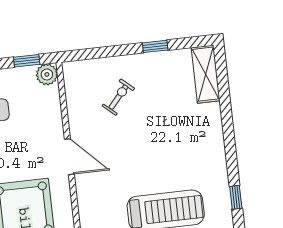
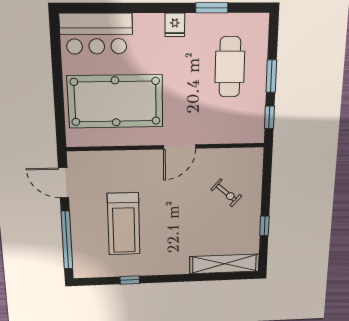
plant: (47, 74) -> (255, 134), removed
shelving: (206, 74) -> (224, 264), width x1.47

